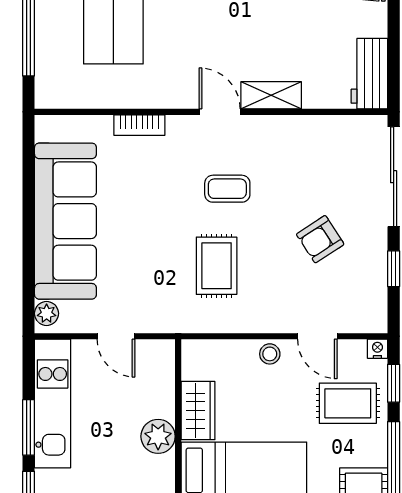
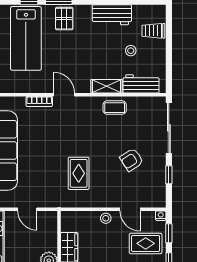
stool: (319, 25) -> (131, 51), added
workbench: (369, 74) -> (141, 84), moved, turned 90
door: (220, 112) -> (64, 95), moved
coffee table: (227, 189) -> (115, 108), moved

